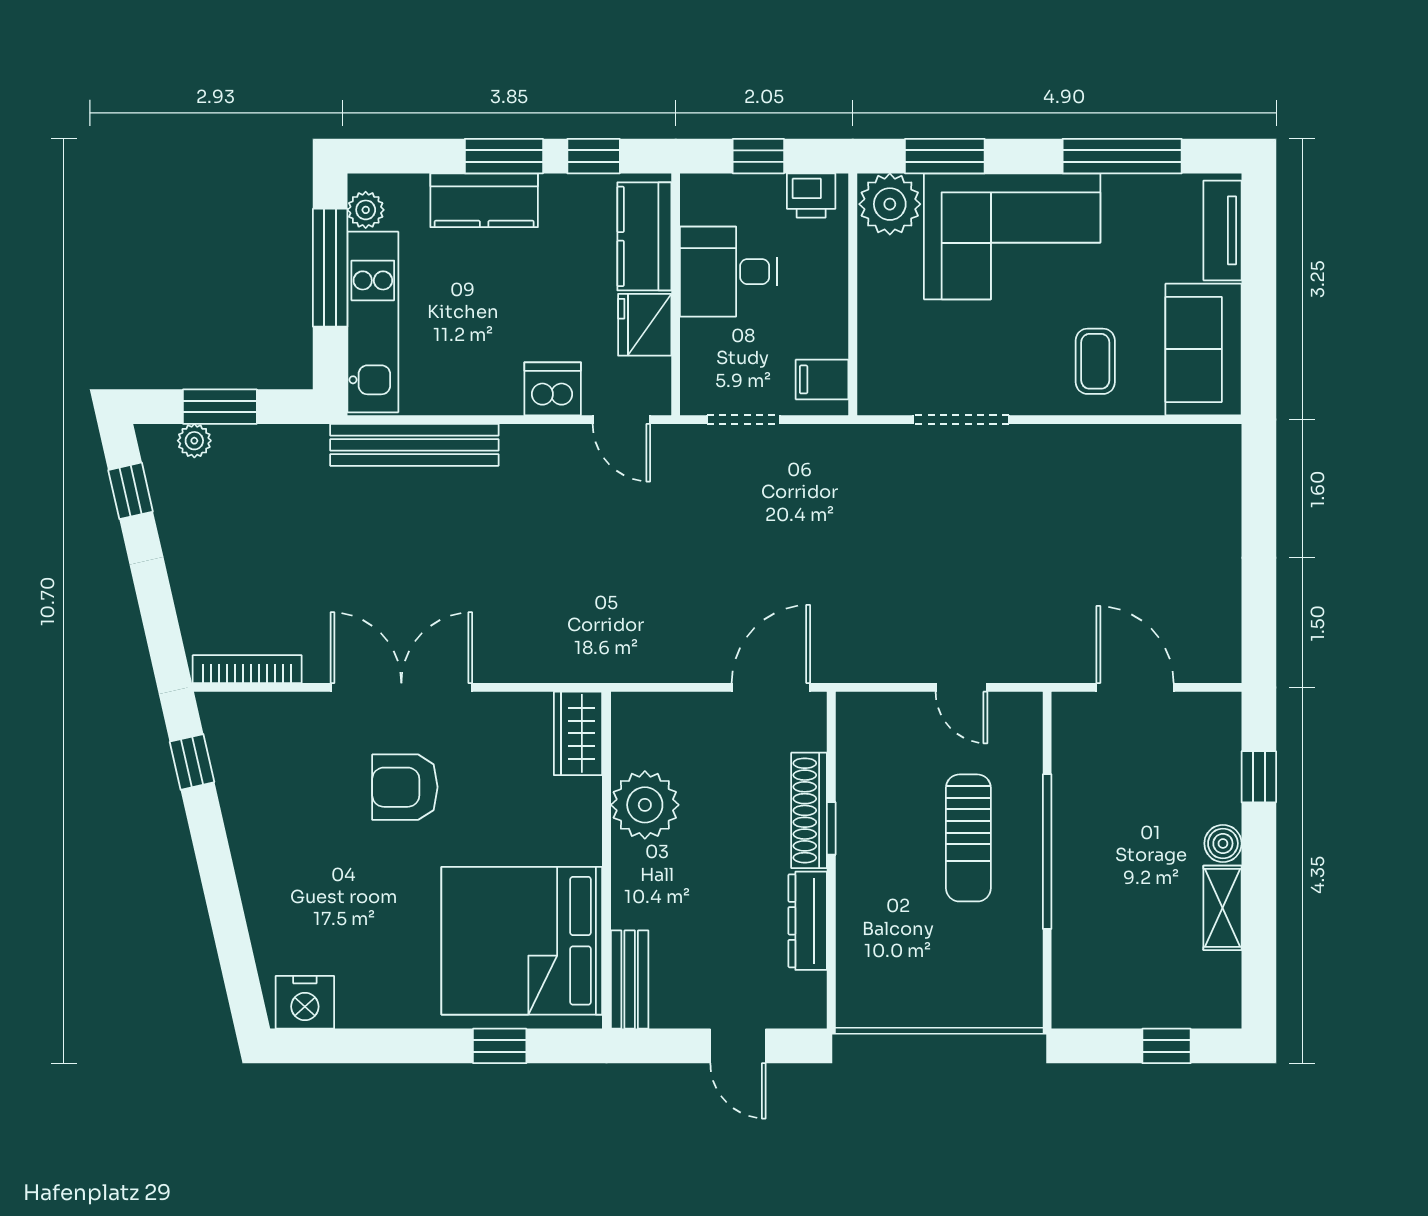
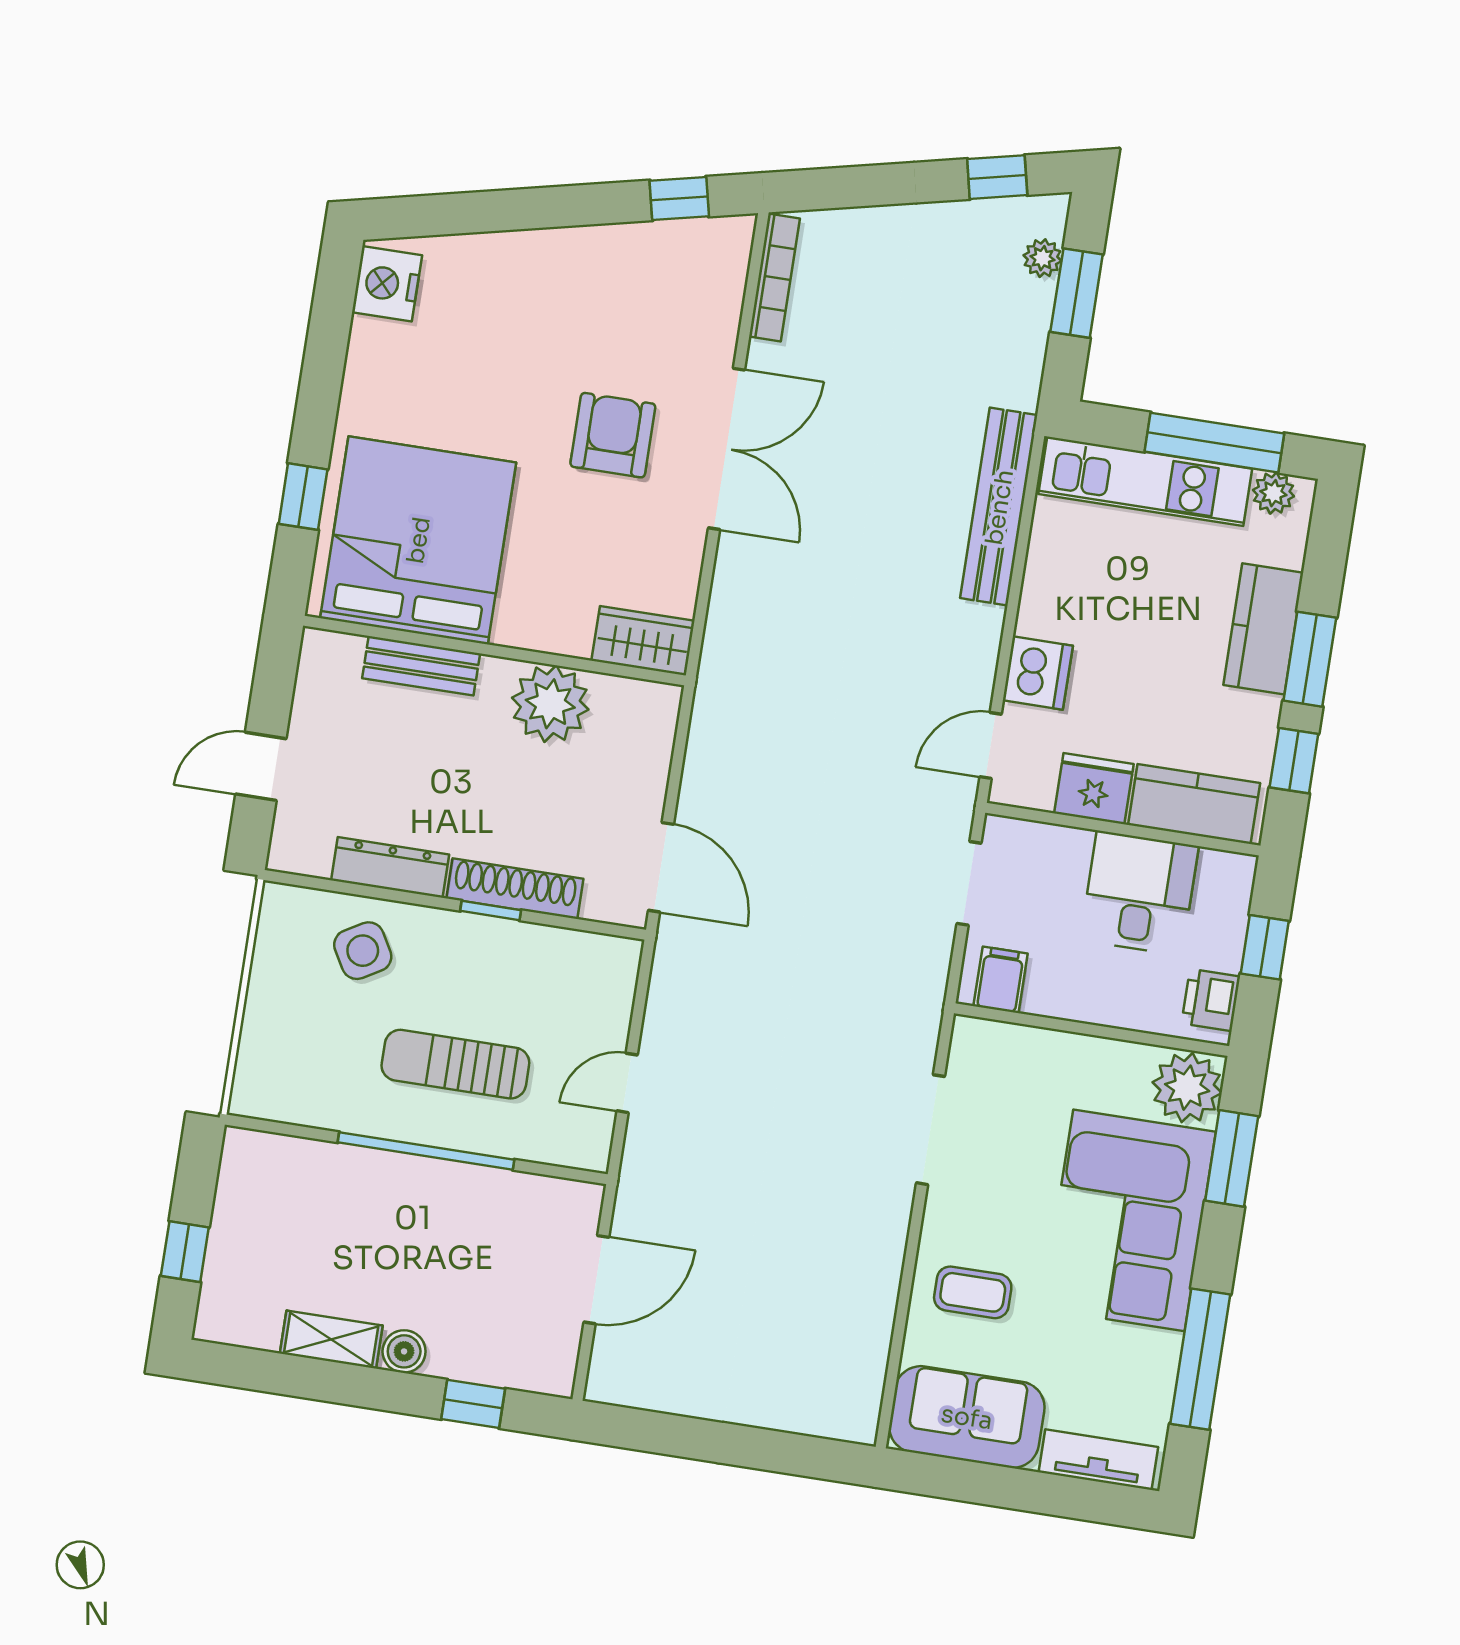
side table: (883, 933) -> (363, 951), added
bench: (630, 980) -> (421, 666), moved

